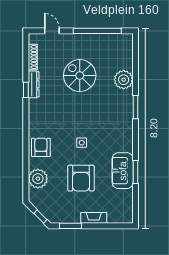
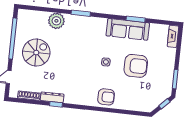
spiral stairs: (80, 75) -> (36, 53), moved, turned 180
armchair: (41, 147) -> (106, 97), turned 180
sofa: (123, 171) -> (128, 29), width x1.36
plant: (38, 179) -> (132, 102), removed
fireplace: (94, 218) -> (173, 36), moved

